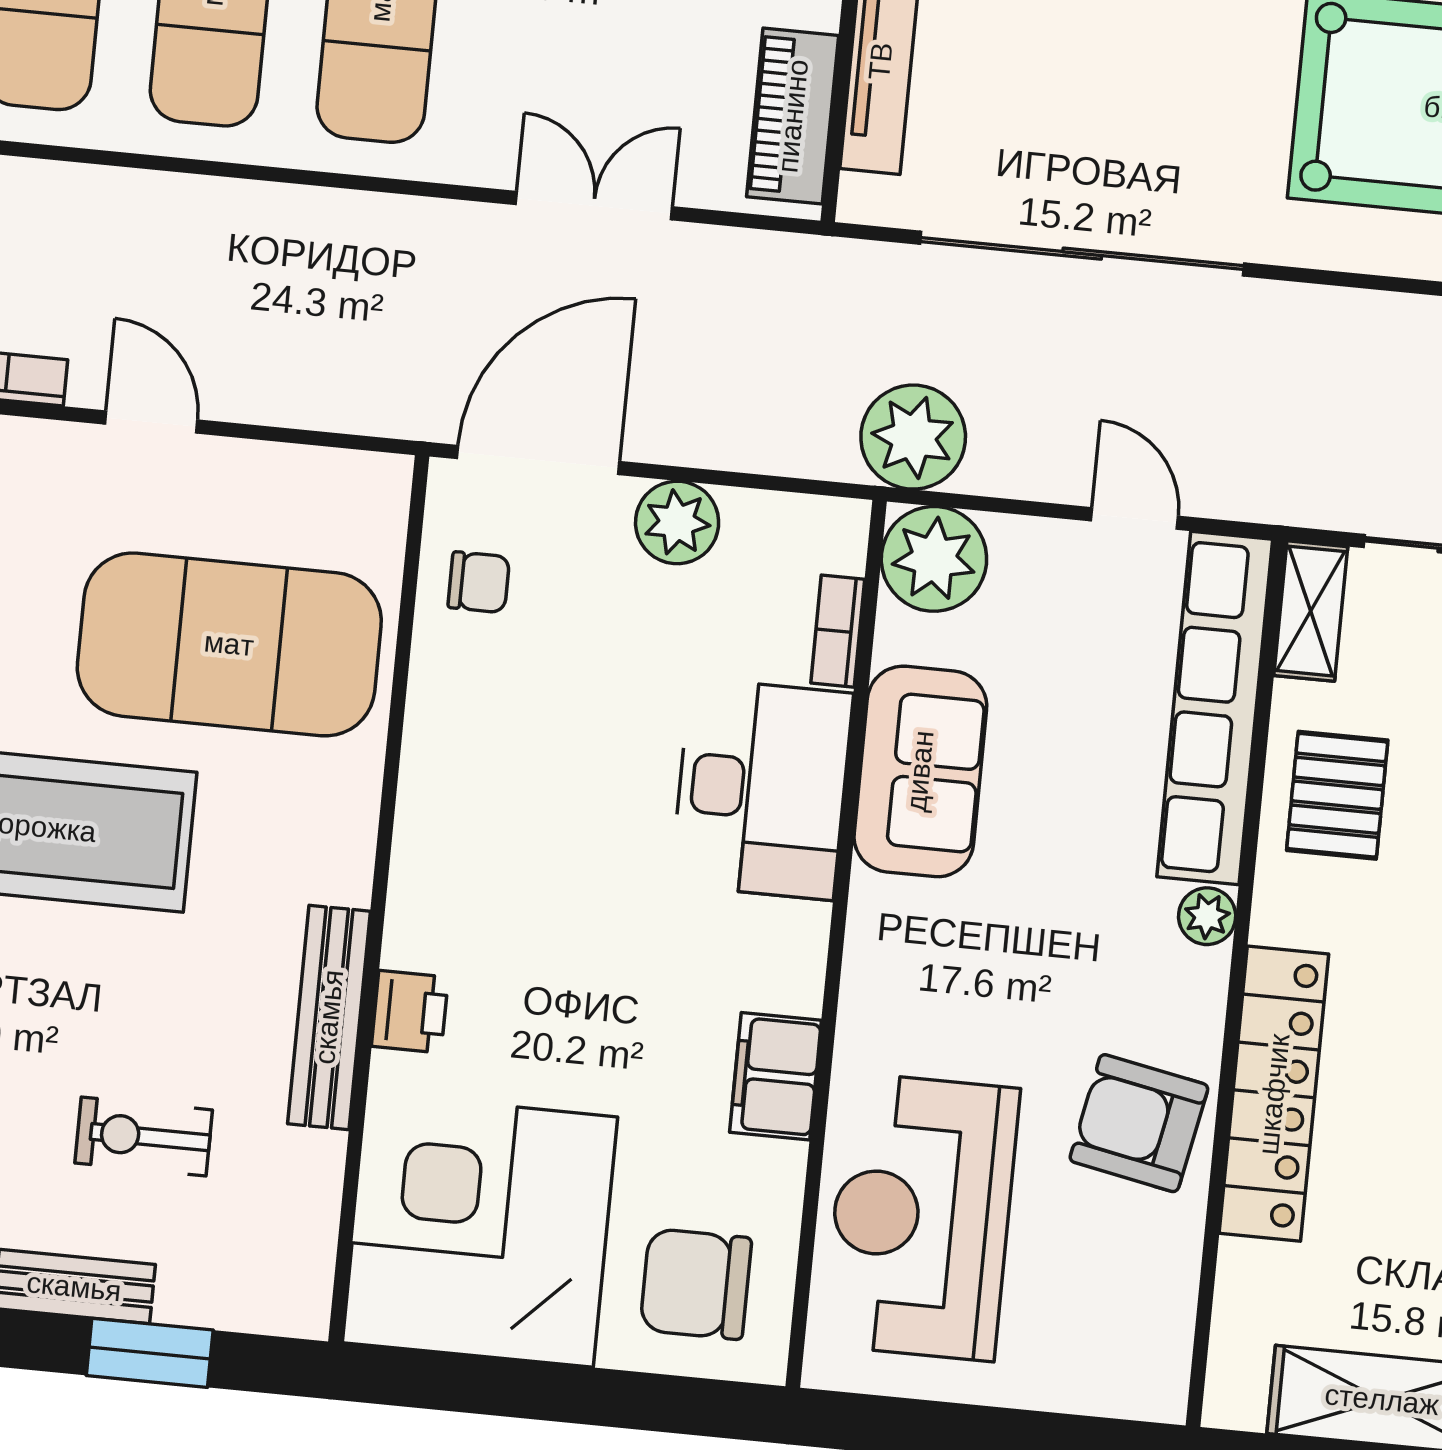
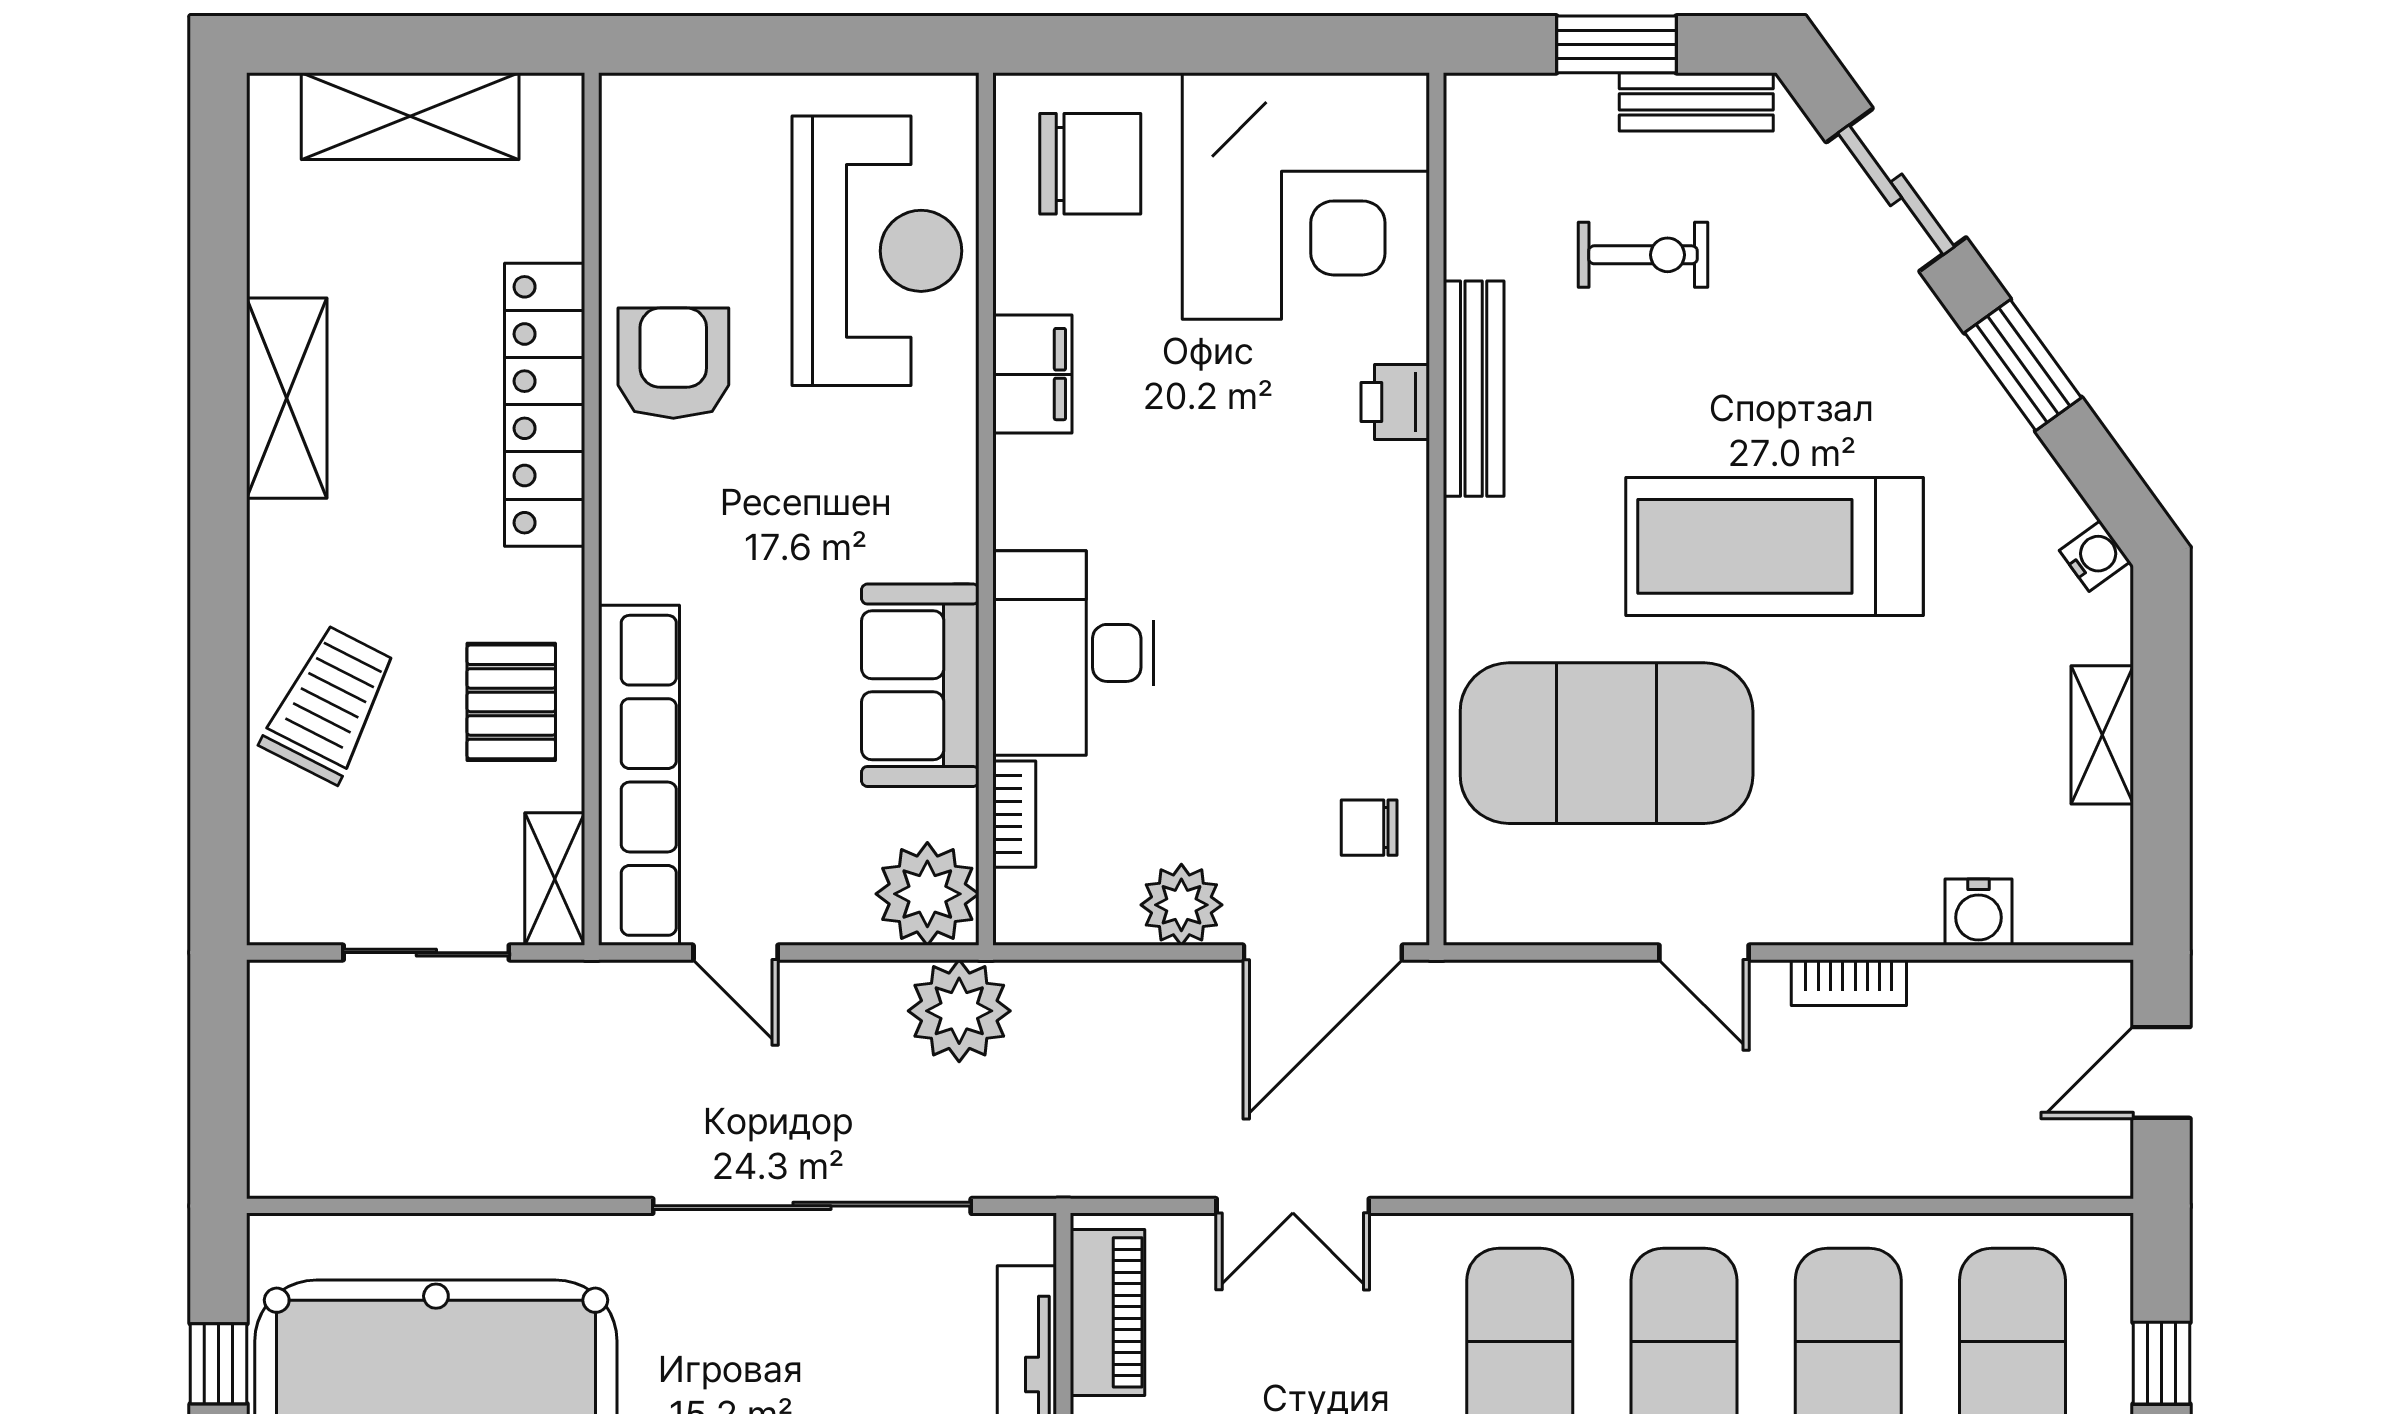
plant: (1207, 916) -> (627, 572), removed
armchair: (1139, 1123) -> (673, 363), turned -101

